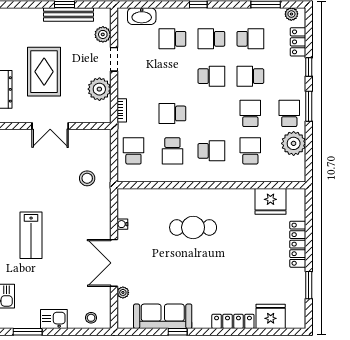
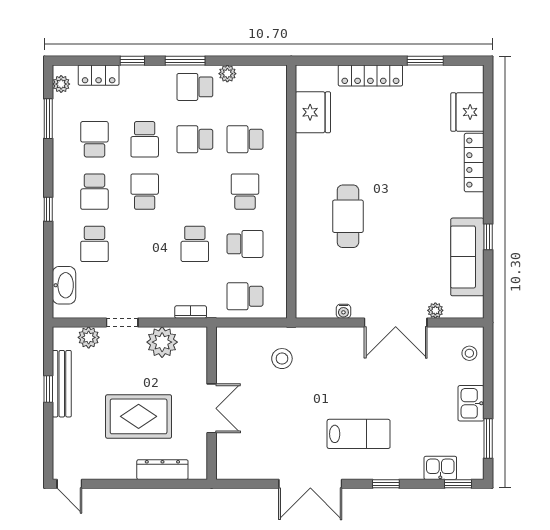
plant: (294, 143) -> (227, 74), width x0.53, depth x0.53

